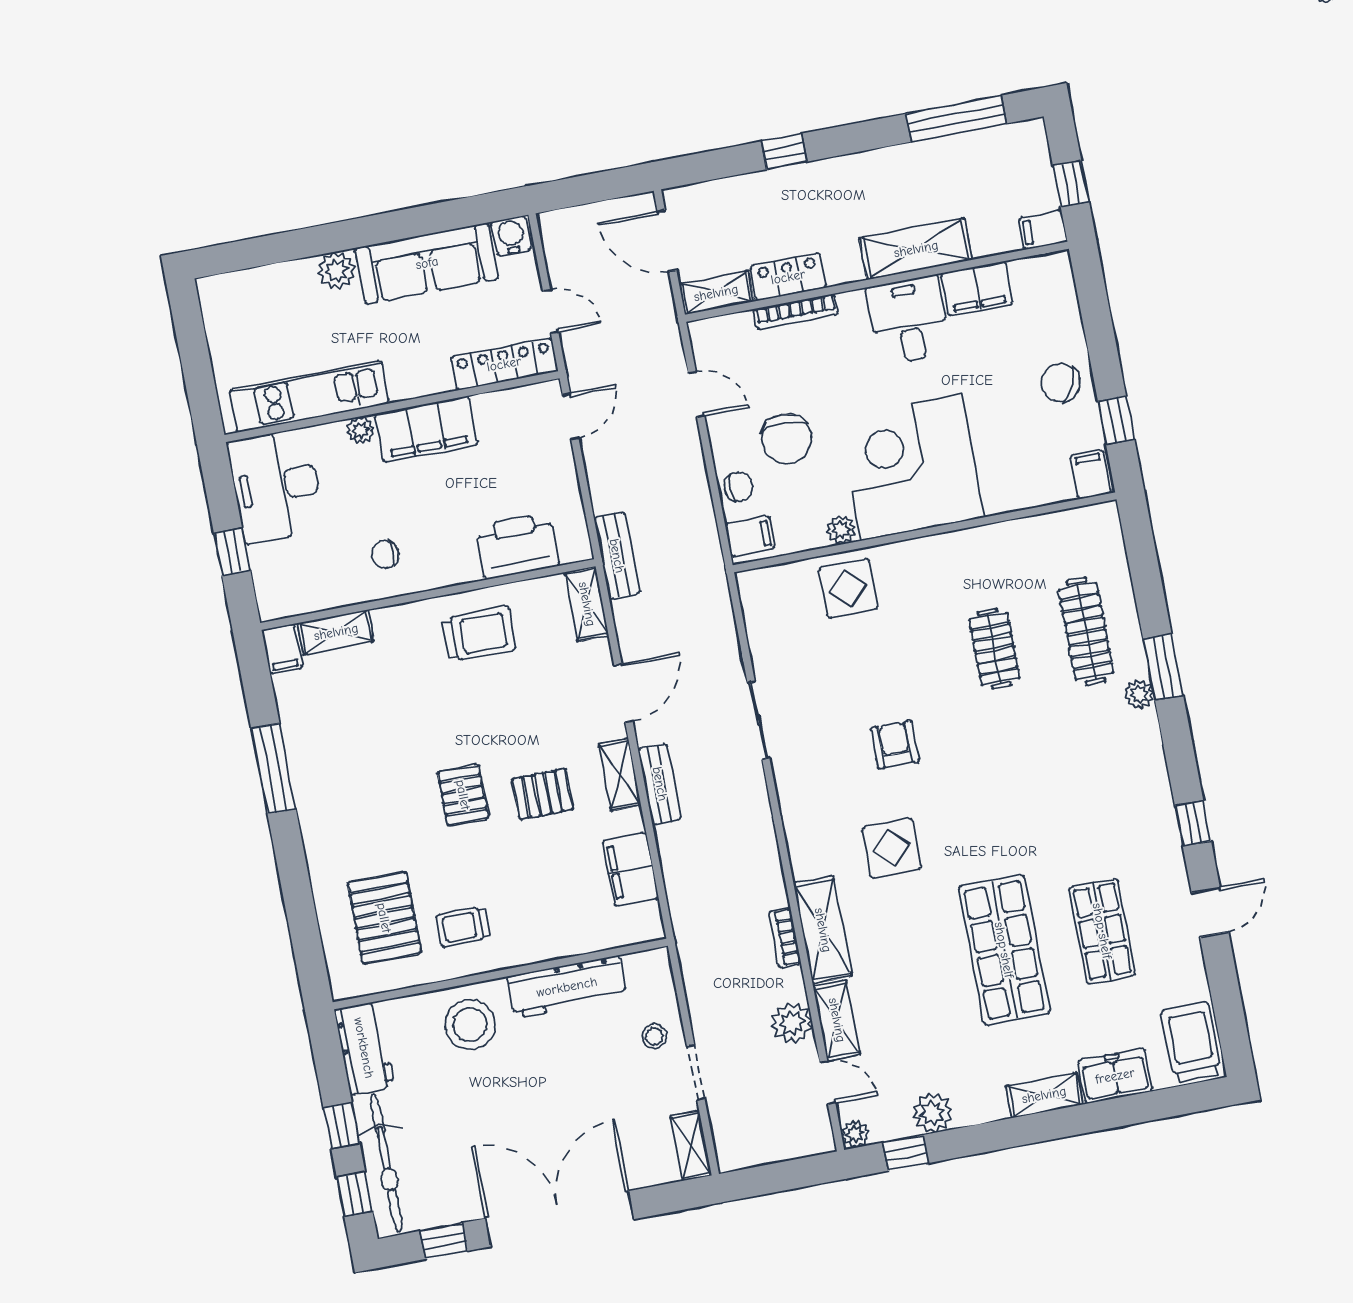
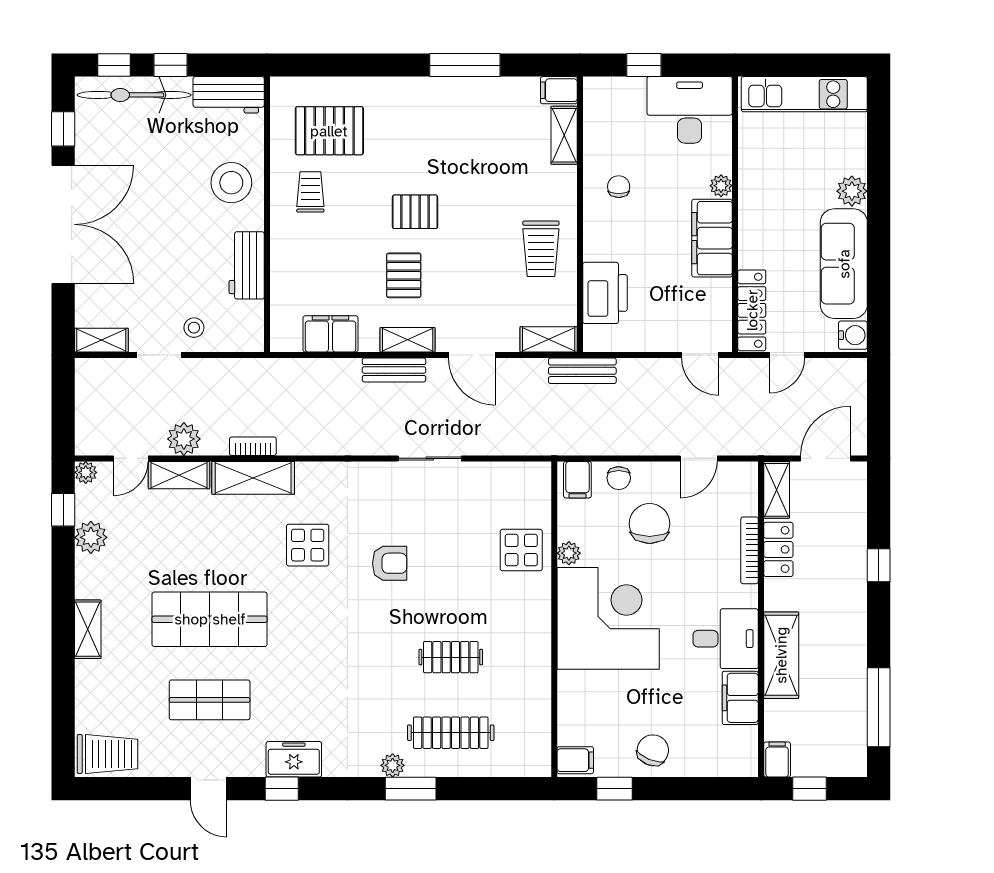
kitchen unit: (309, 397) -> (804, 94), moved, turned 90
chair: (787, 439) -> (650, 524), turned 90
workbench: (567, 987) -> (247, 265), width x0.73
freezer: (1115, 1076) -> (294, 759), moved, turned -90

